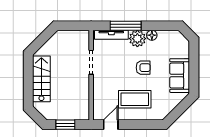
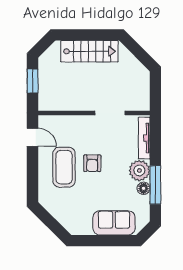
window: (126, 26) -> (155, 185), moved
armchair: (143, 68) -> (92, 163), moved
sofa: (180, 76) -> (114, 223), moved

